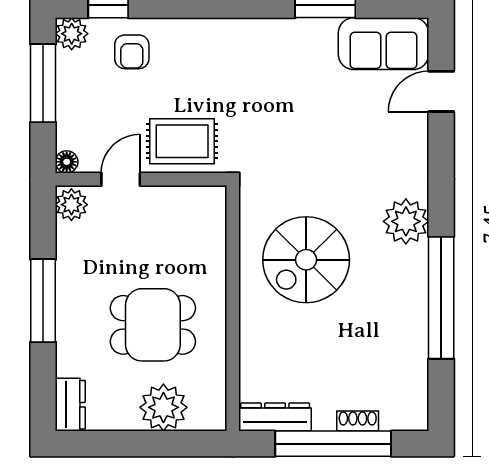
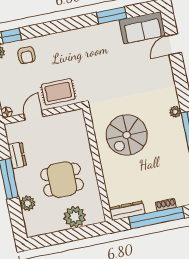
plant: (71, 205) -> (28, 203), moved
plant: (406, 221) -> (175, 112), width x0.53, depth x0.53
dresser: (70, 405) -> (17, 155), moved

